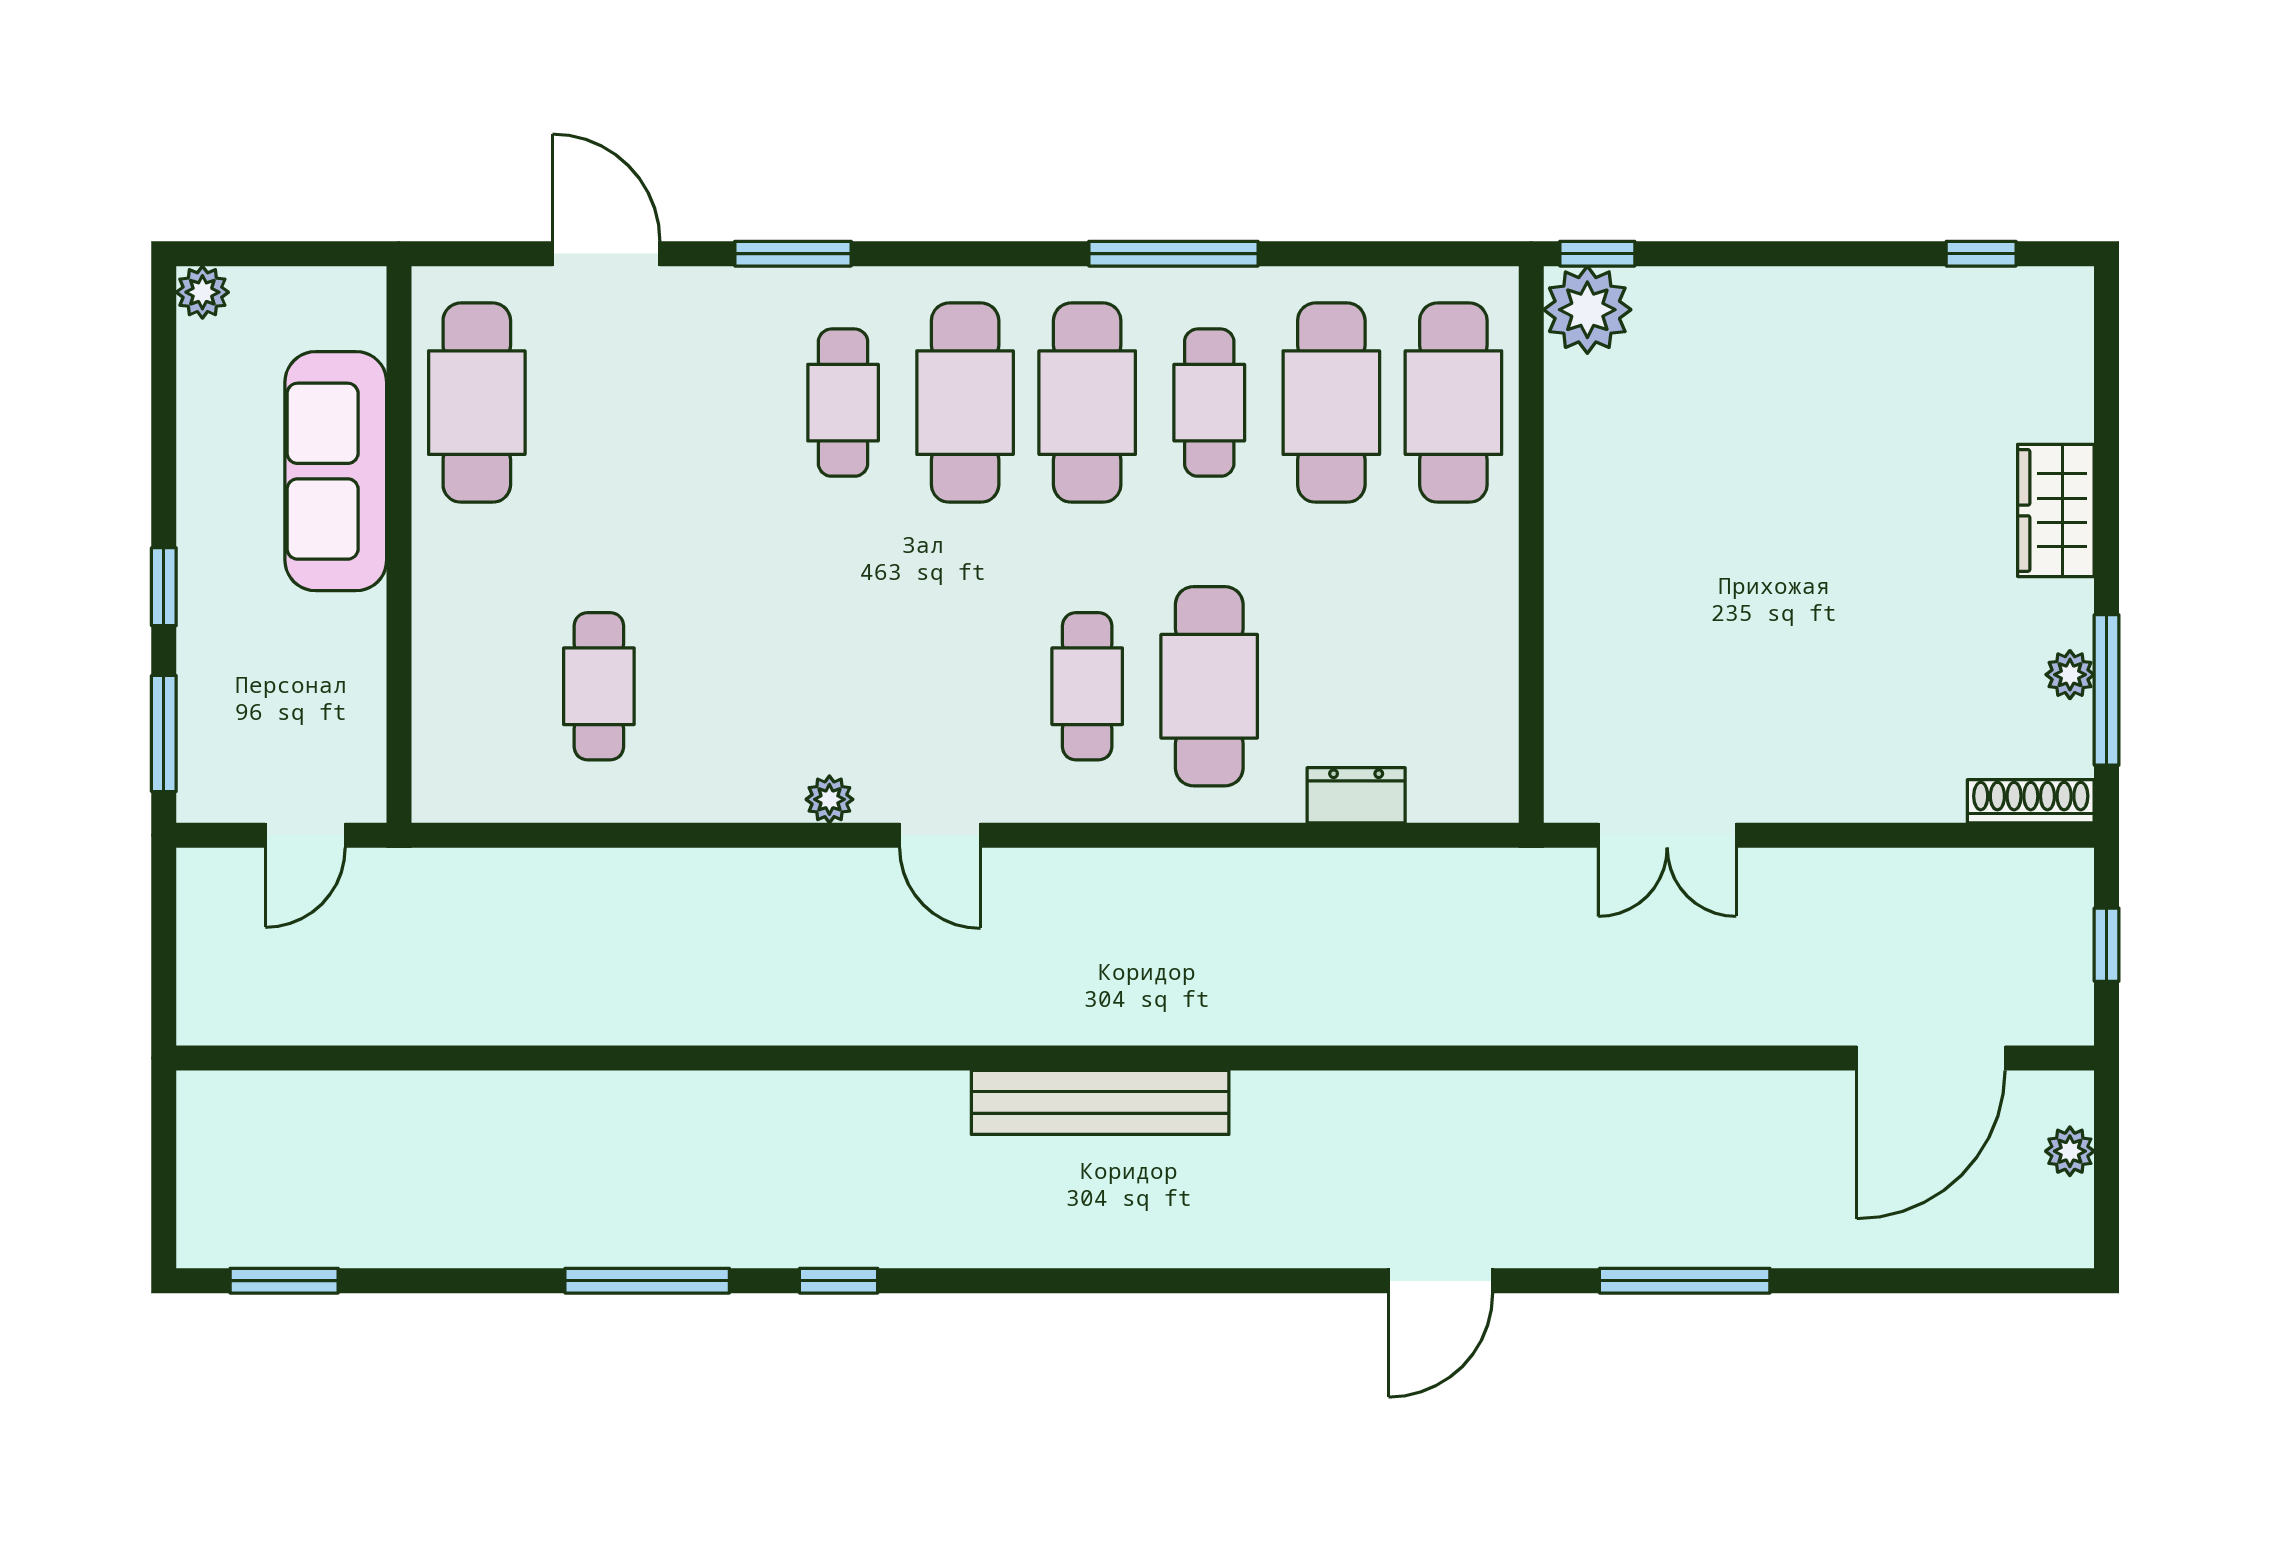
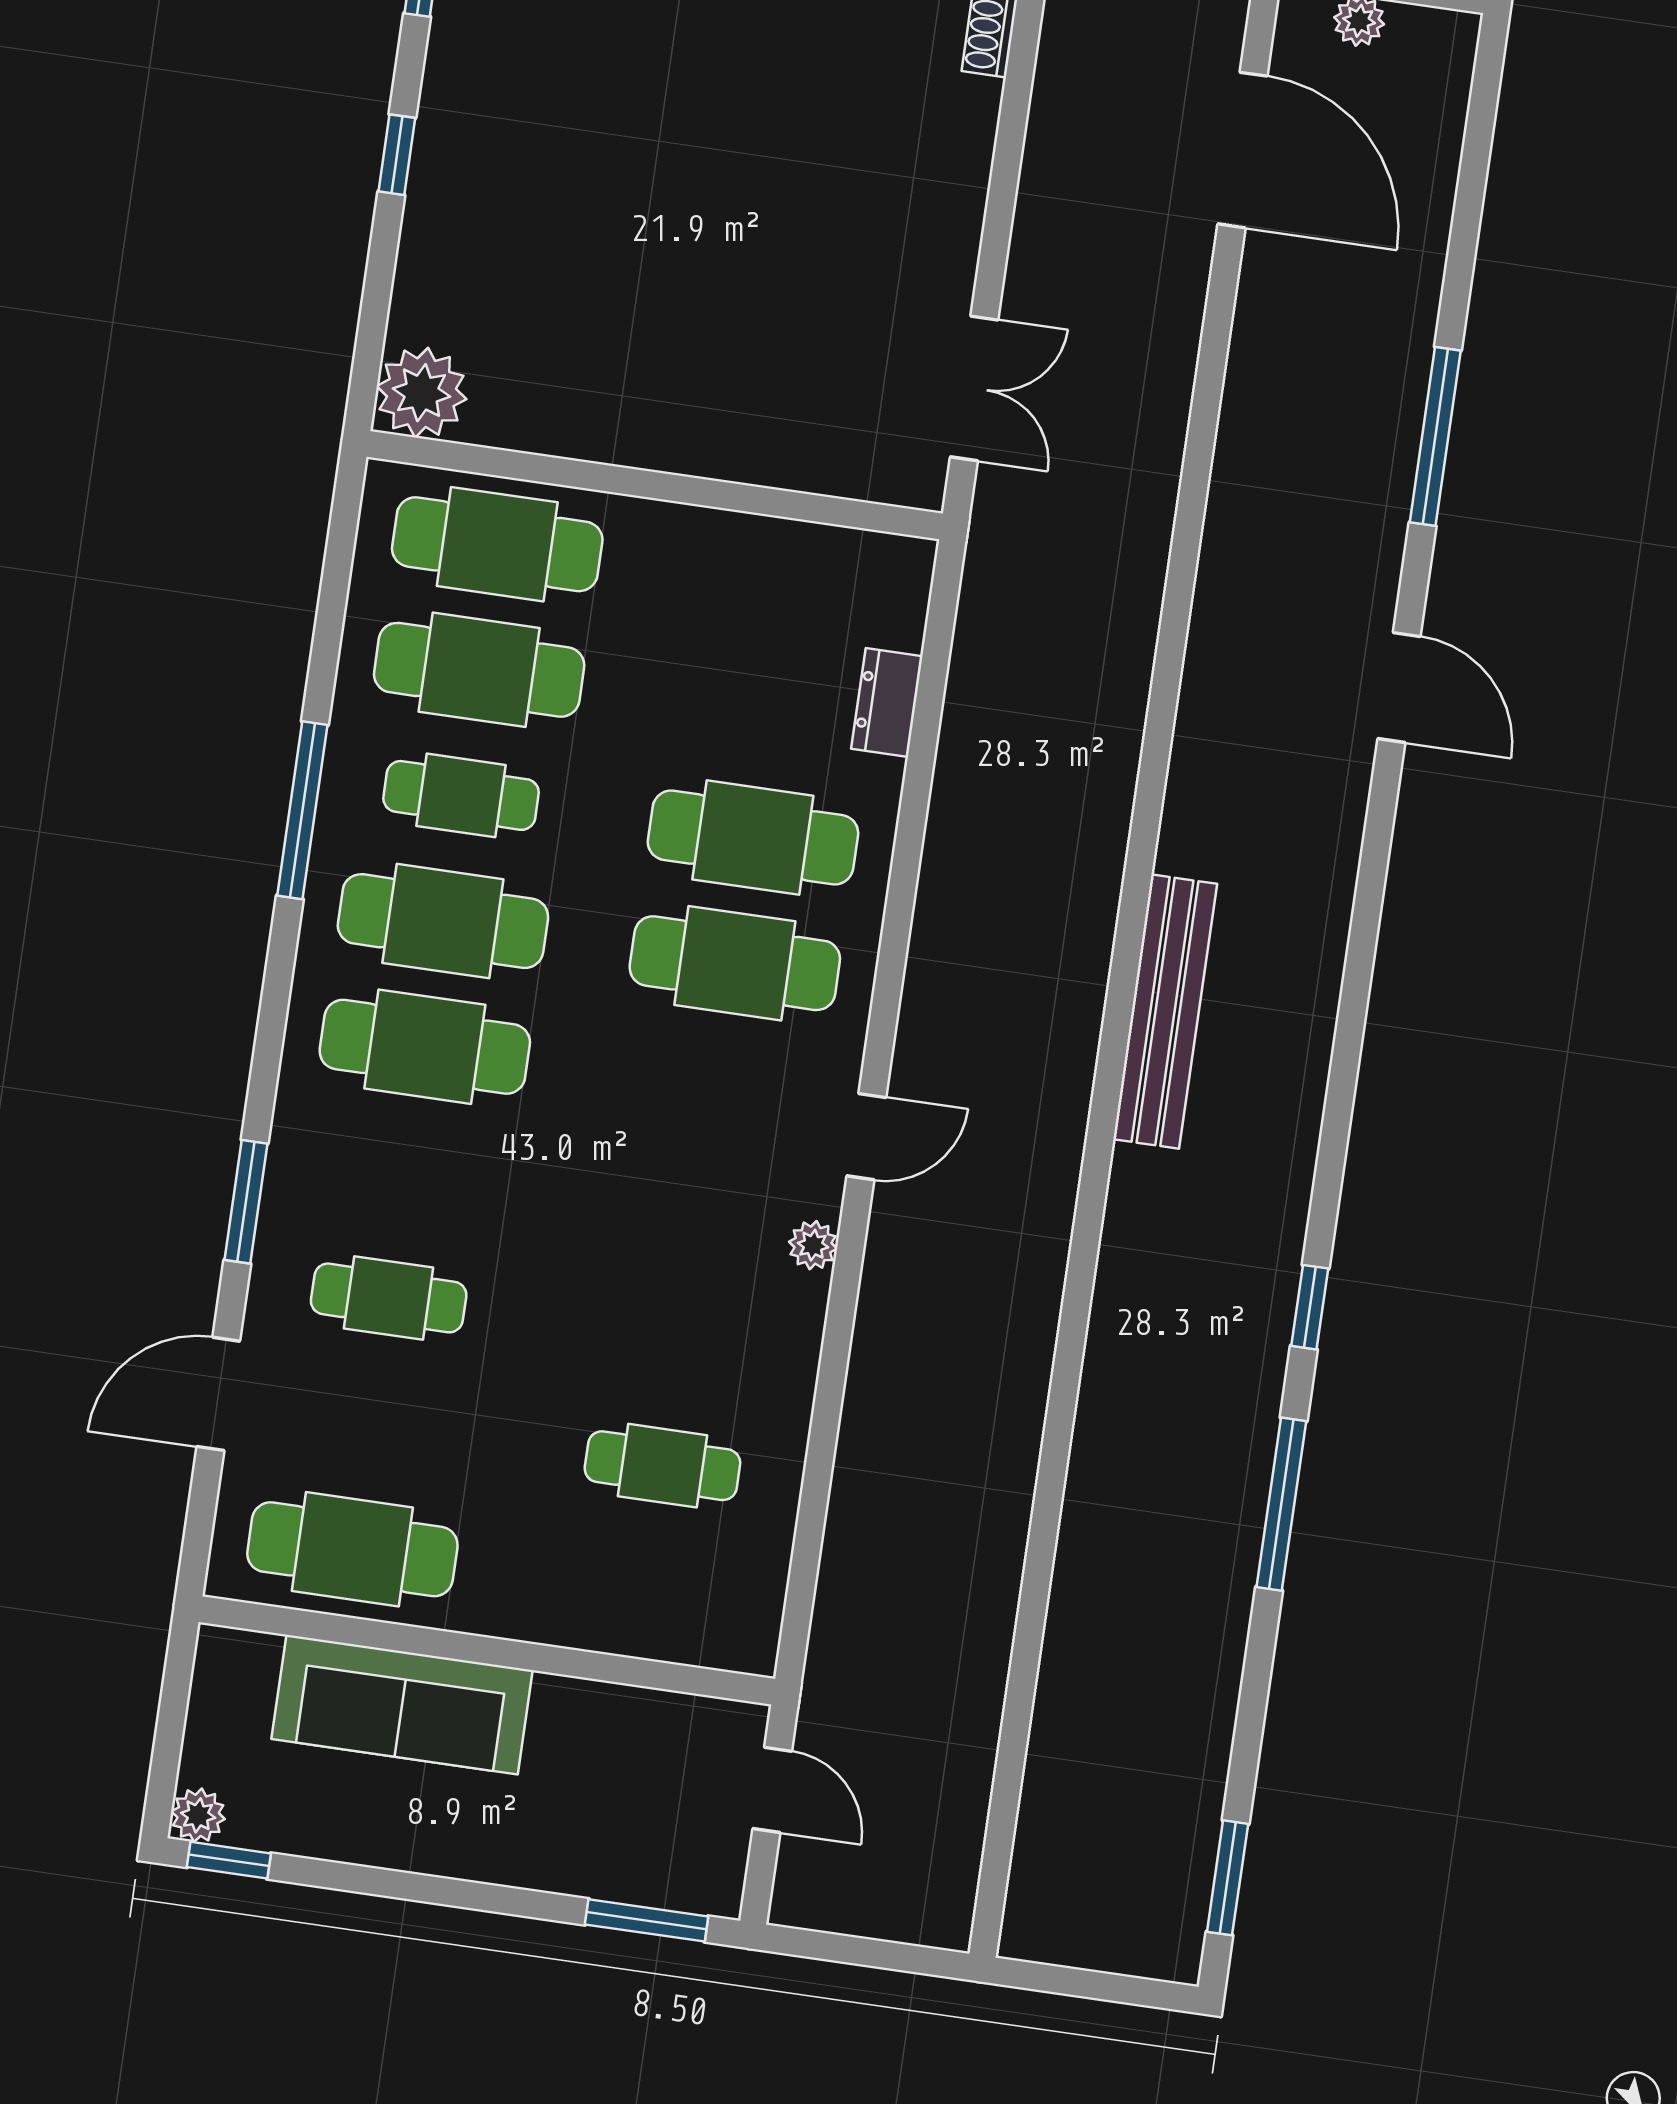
window: (1597, 254) -> (397, 155), moved
cafe table: (843, 403) -> (389, 1298), moved
window: (164, 587) -> (229, 1860), moved
cafe table: (1087, 686) -> (735, 963), width x1.37, depth x1.35

